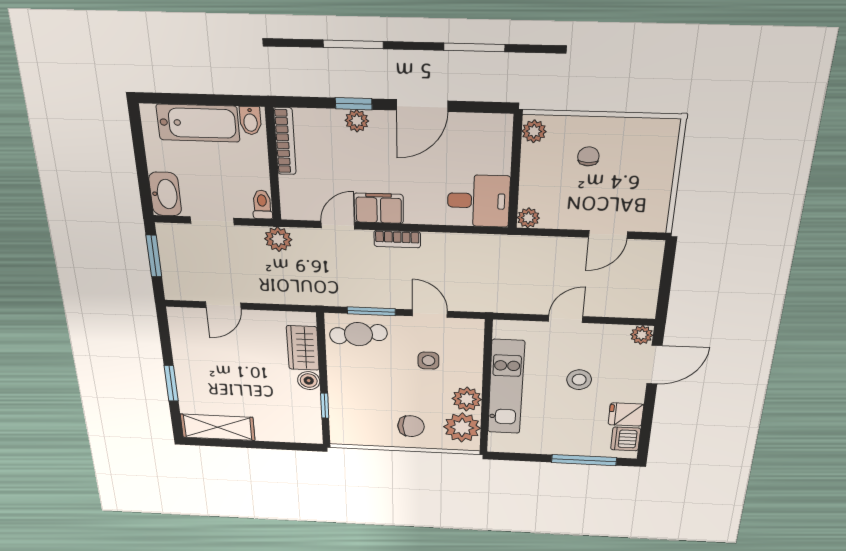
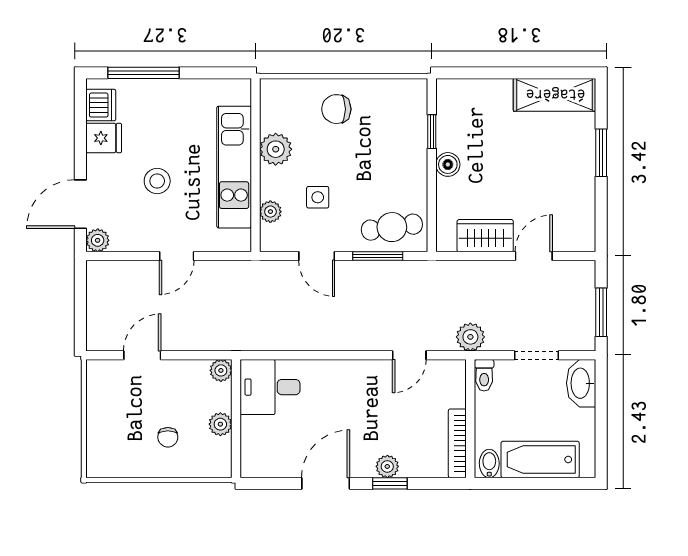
plant: (534, 131) -> (220, 424), moved
filing cabinet: (379, 208) -> (368, 375), removed
bookcase: (397, 239) -> (350, 342), removed
wardrobe: (303, 348) -> (485, 236), moved, turned -90
plant: (462, 427) -> (270, 212), moved, width x0.53, depth x0.53

